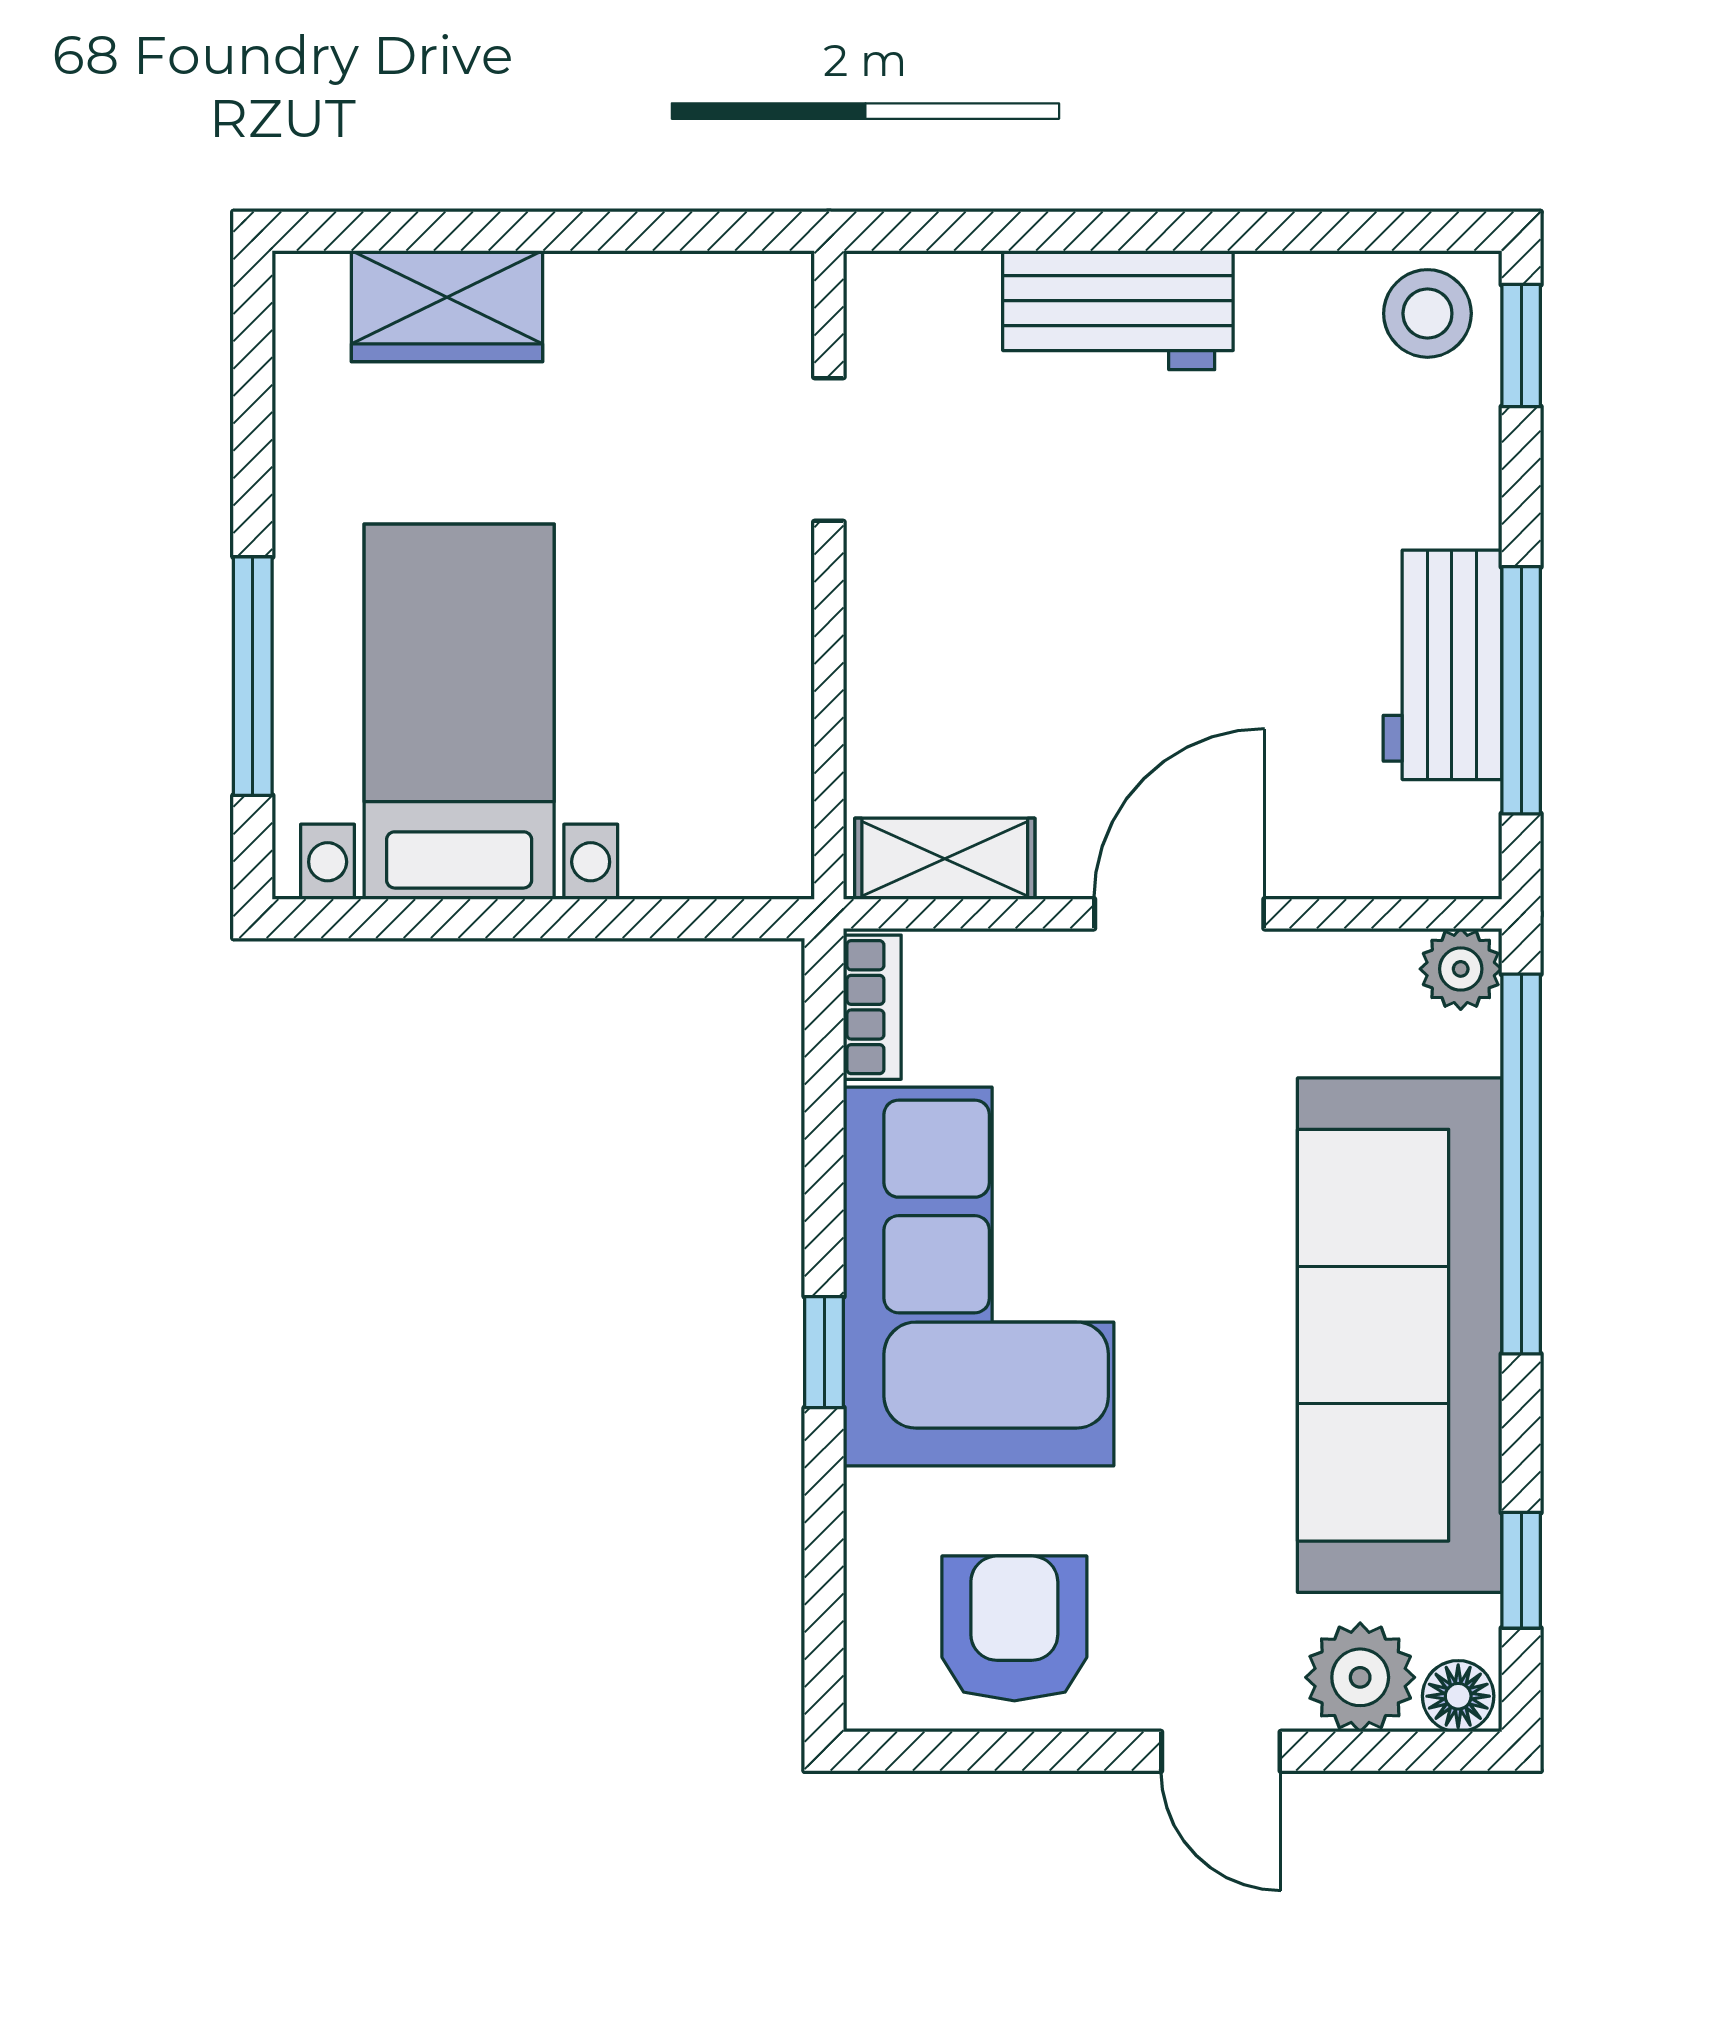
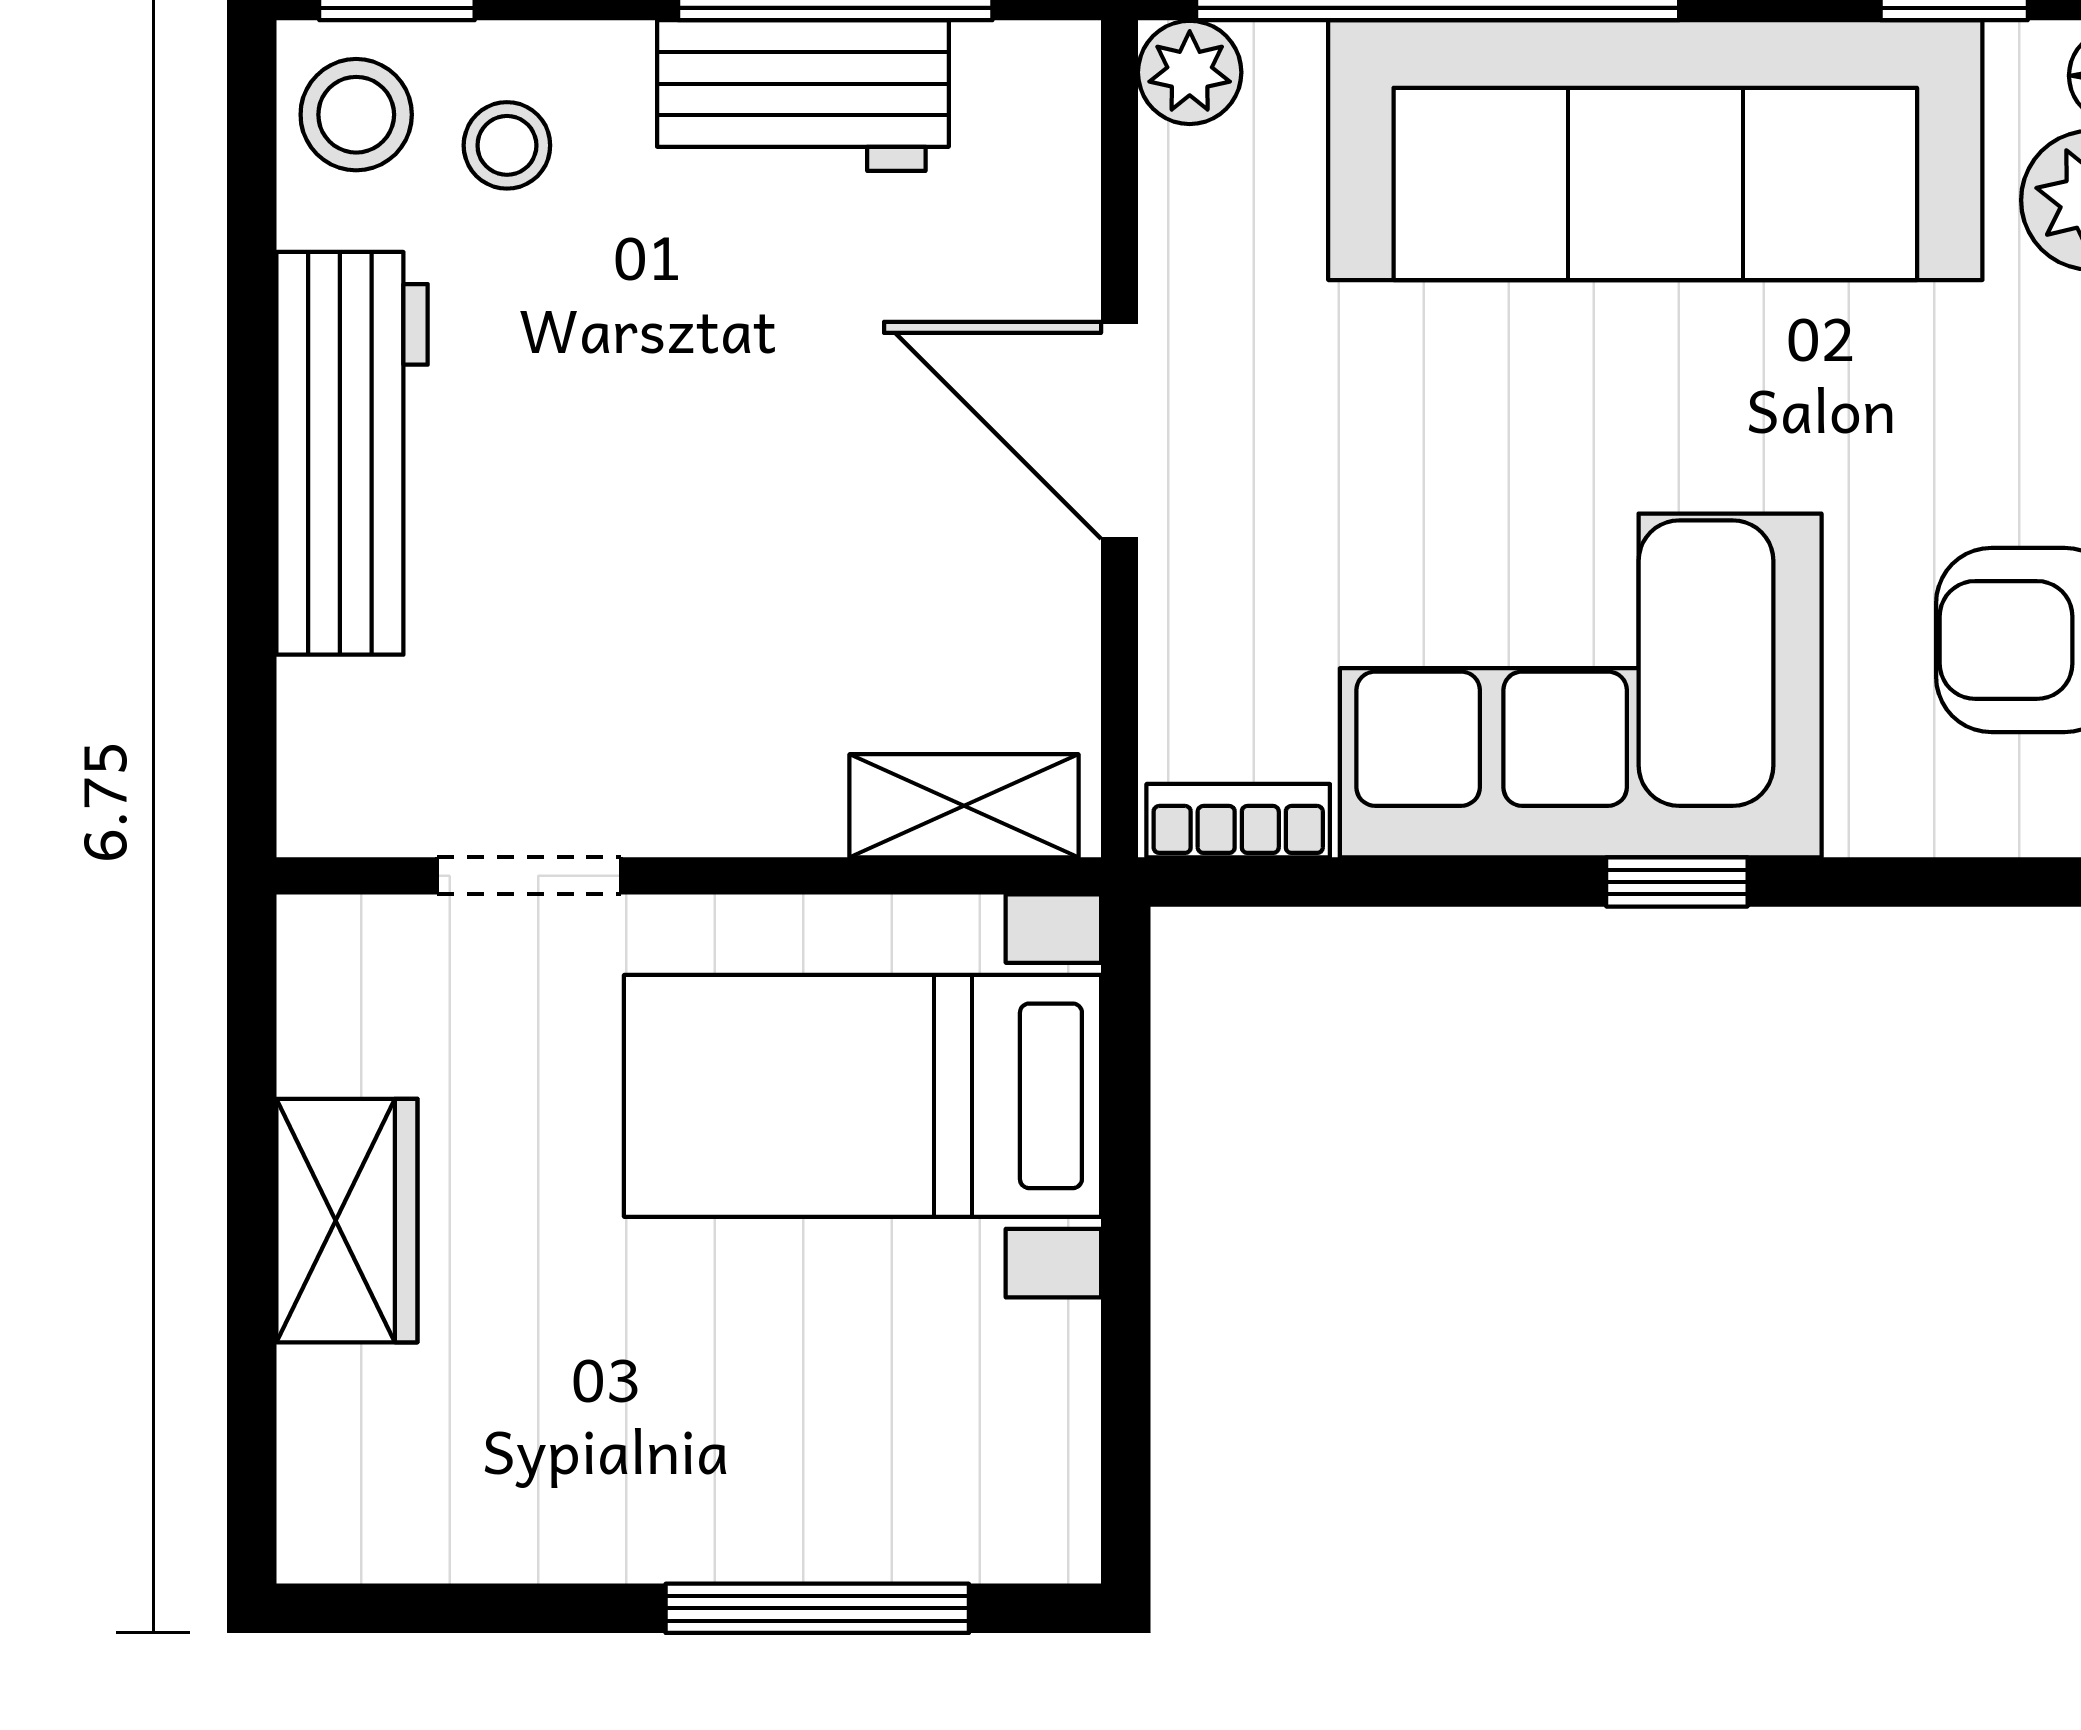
wardrobe: (447, 306) -> (347, 1221), moved
workbench: (1118, 310) -> (352, 453), width x1.38
stool: (1403, 432) -> (507, 145), added
bed with nightstands: (459, 712) -> (863, 1096), moved
shelving: (945, 859) -> (964, 806), moved, turned 90

